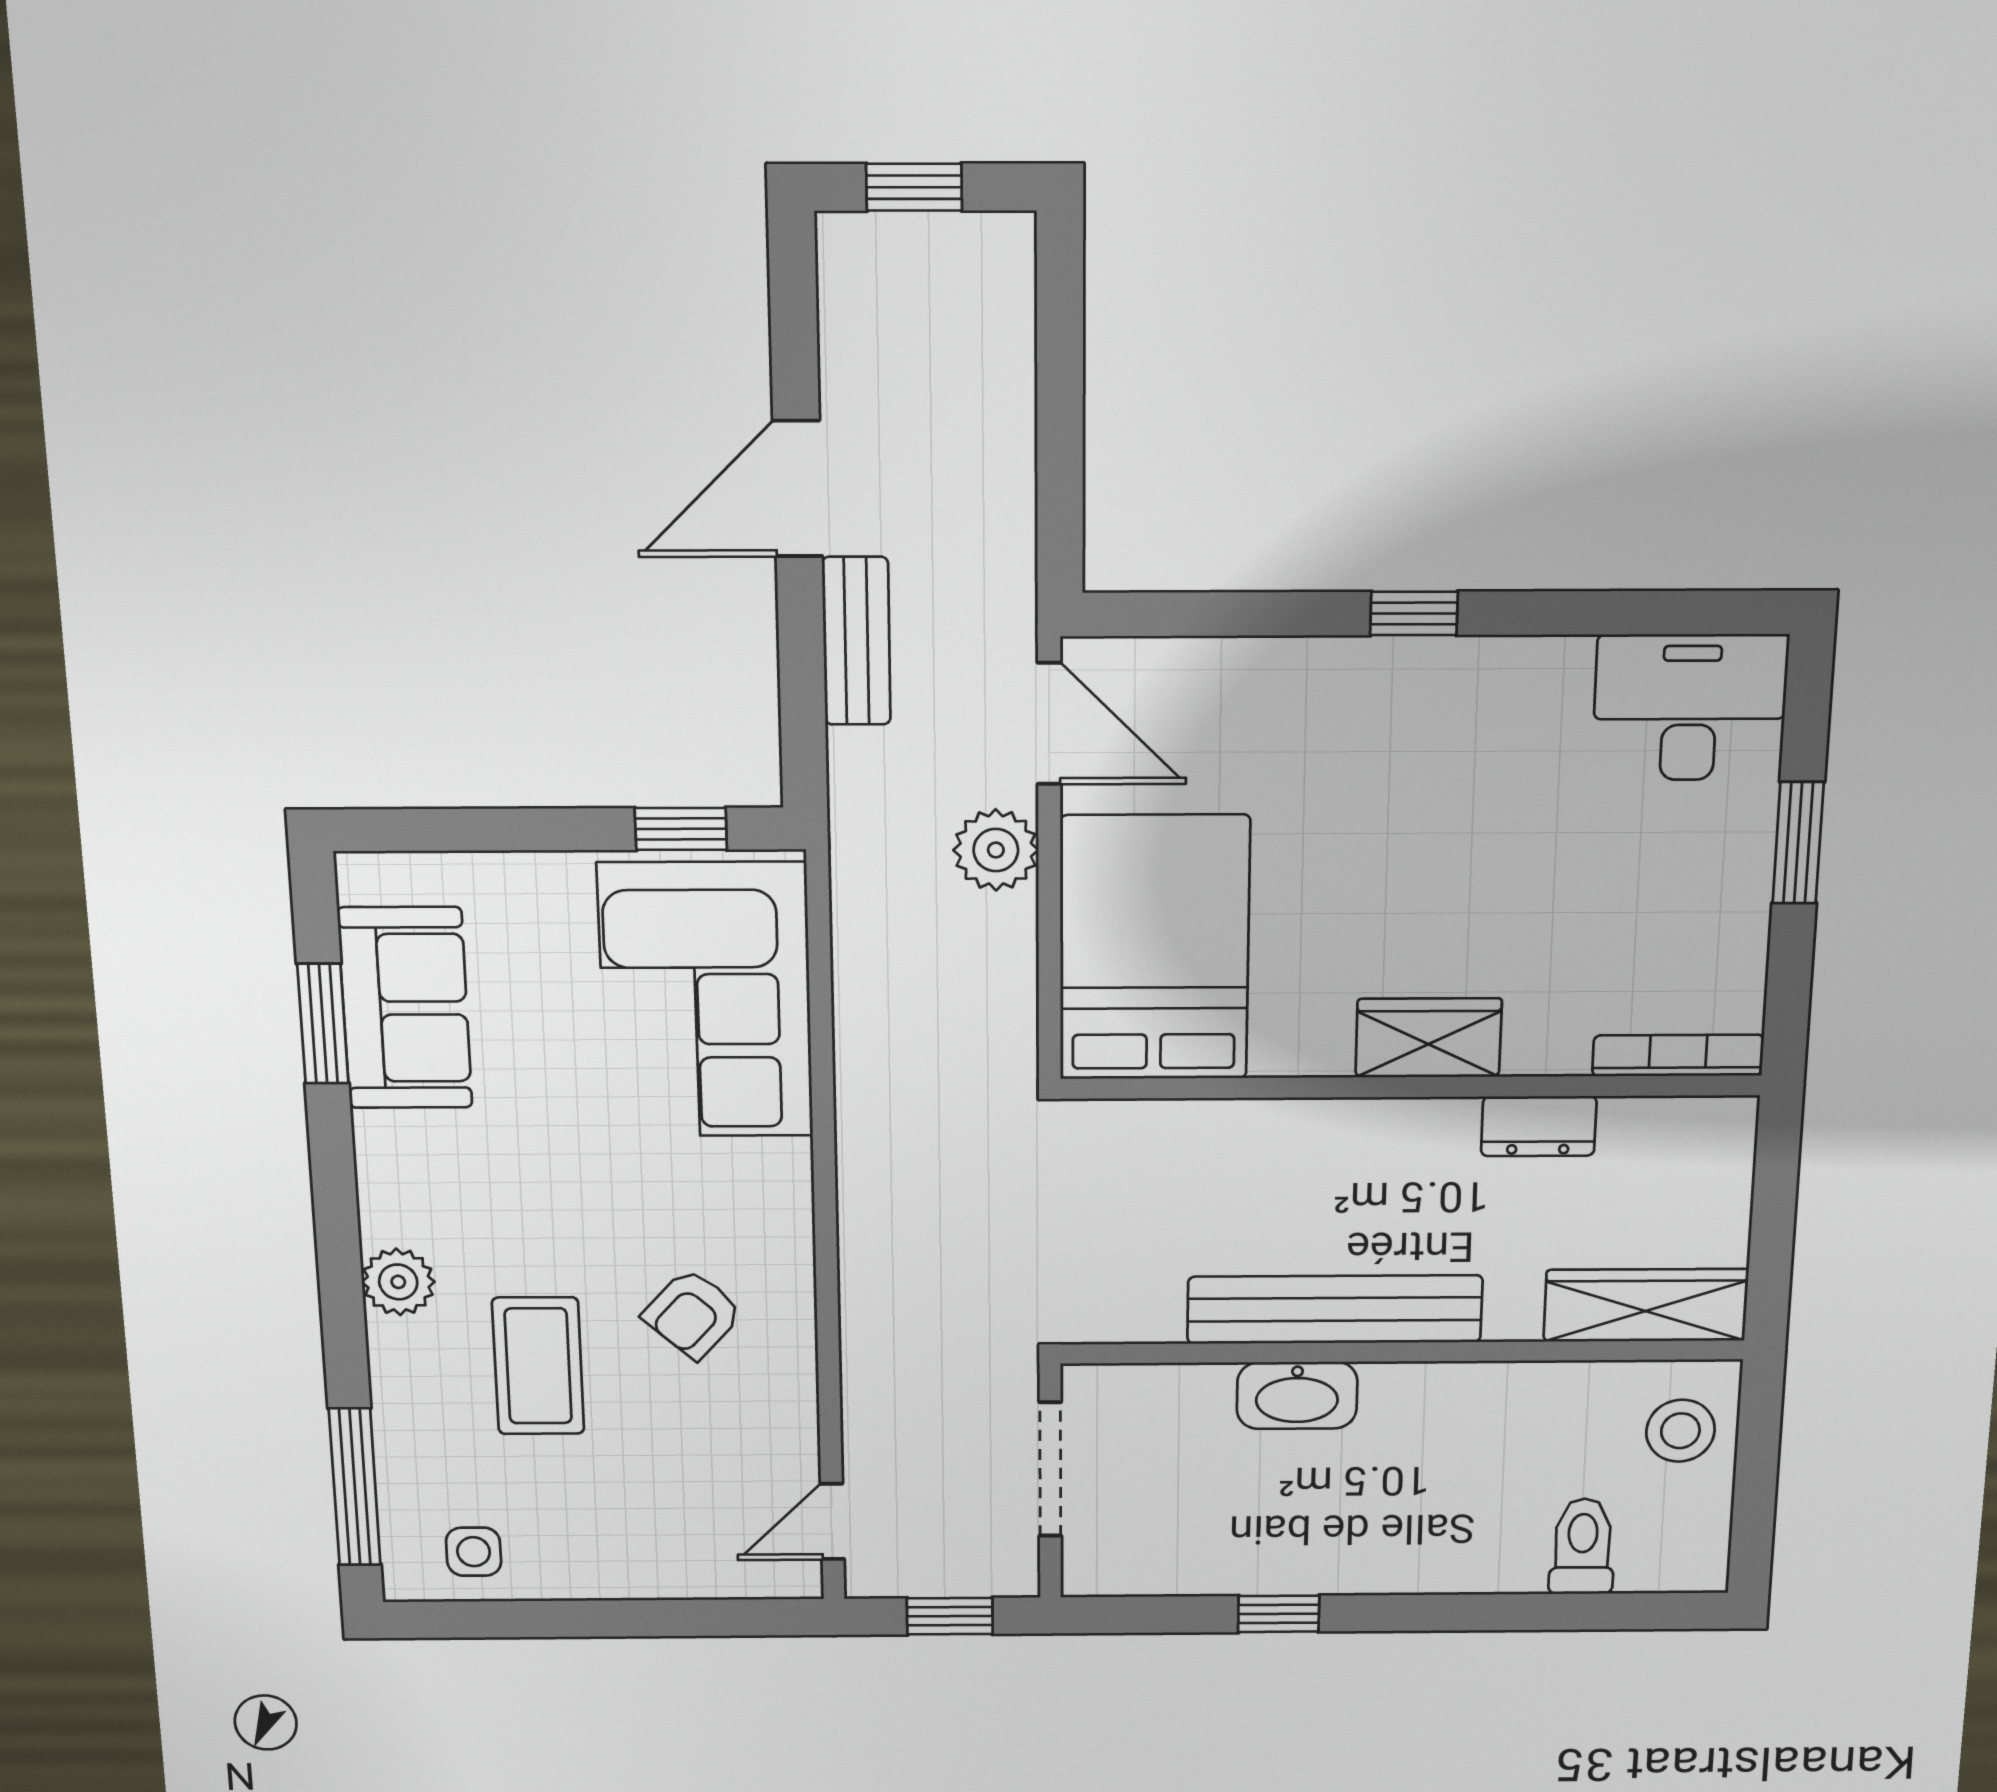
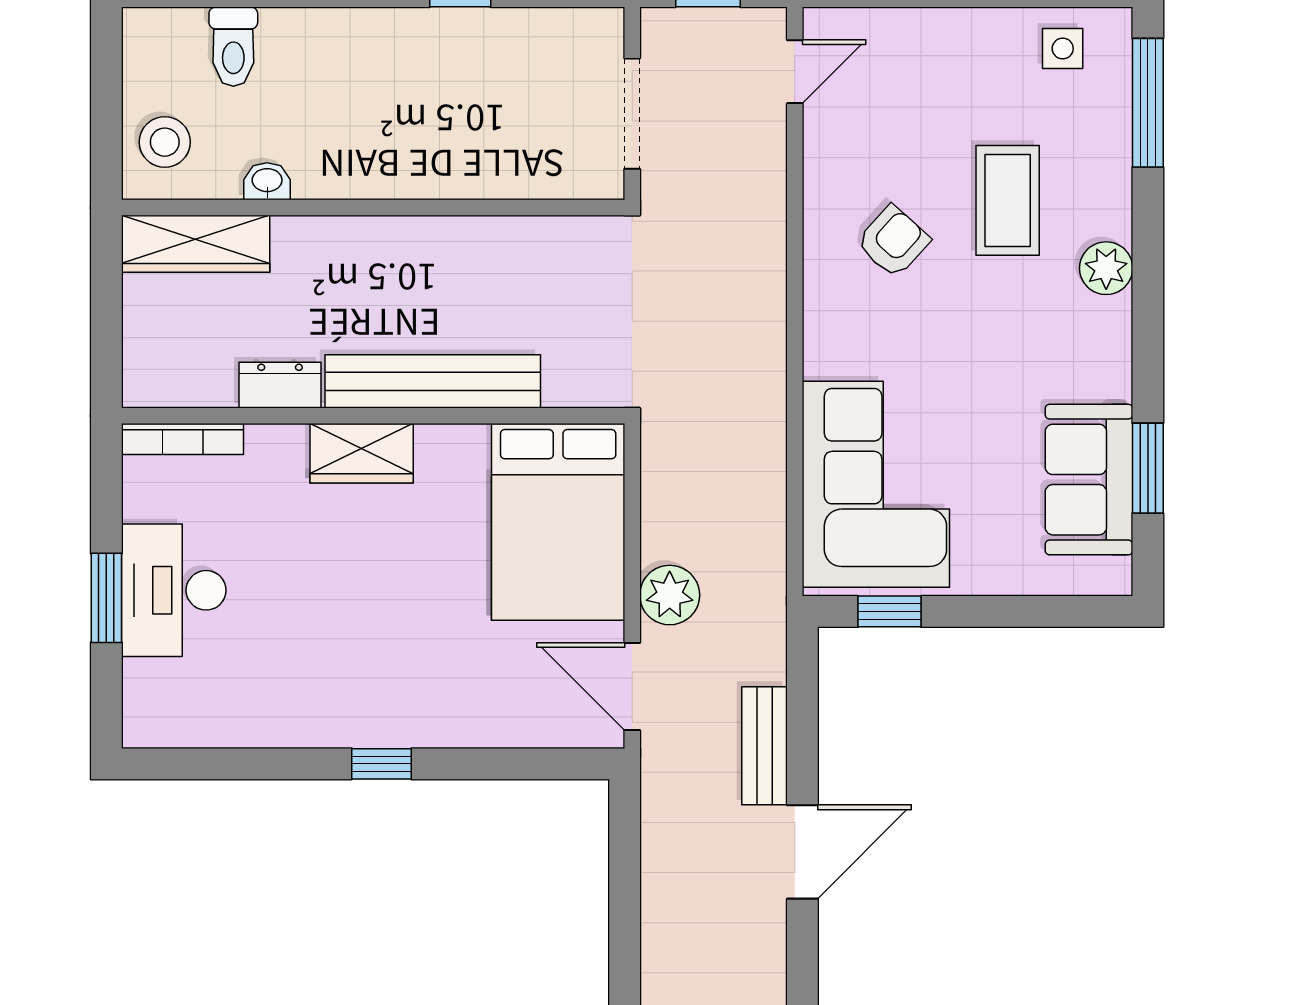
desk: (1690, 707) -> (174, 590), moved, turned 90
bench: (1335, 1309) -> (433, 381), moved
washbasin: (1297, 1395) -> (267, 181), moved, width x0.52, depth x0.69

